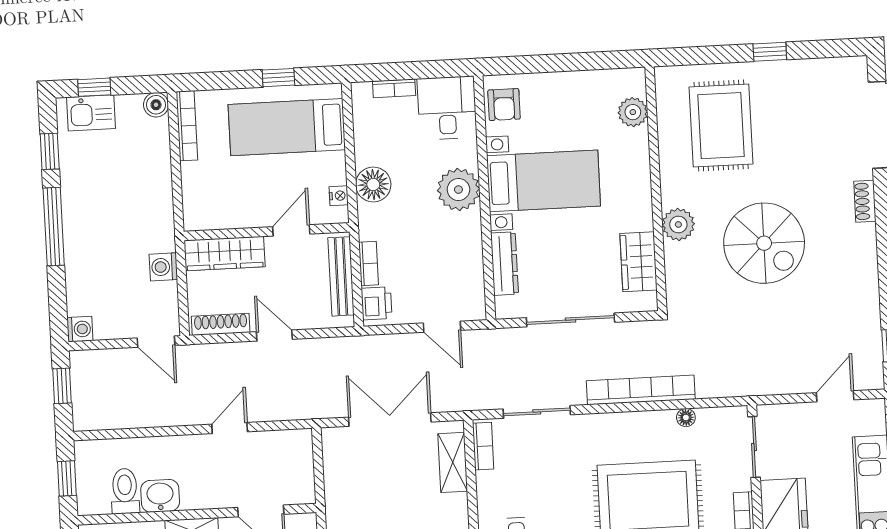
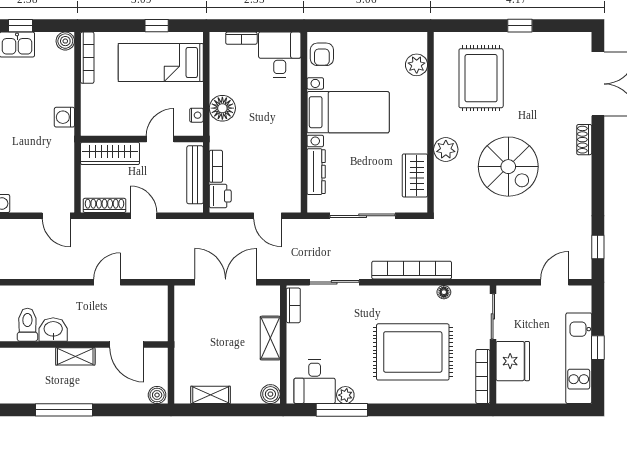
plant: (458, 190) -> (285, 115), removed
washing machine: (163, 267) -> (64, 117), moved
shelving: (453, 462) -> (270, 338), moved

